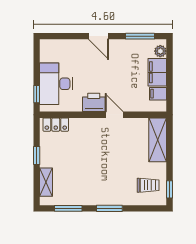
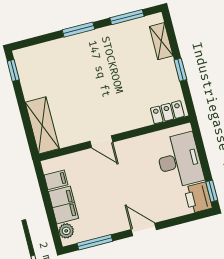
window: (37, 94) -> (212, 191), moved
printer: (94, 102) -> (198, 198), moved, turned 90
trolley: (148, 185) -> (40, 69), removed

